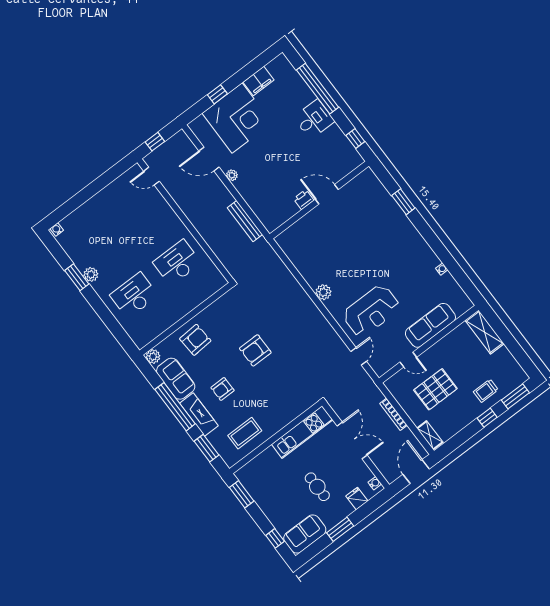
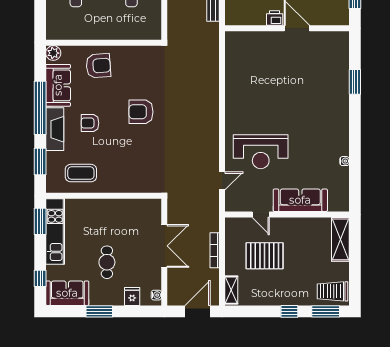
plant: (323, 292) -> (233, 106), removed
trolley: (486, 391) -> (333, 291), moved, width x1.36, depth x1.39
kitchen unit: (302, 432) -> (55, 232), moved, turned -90

